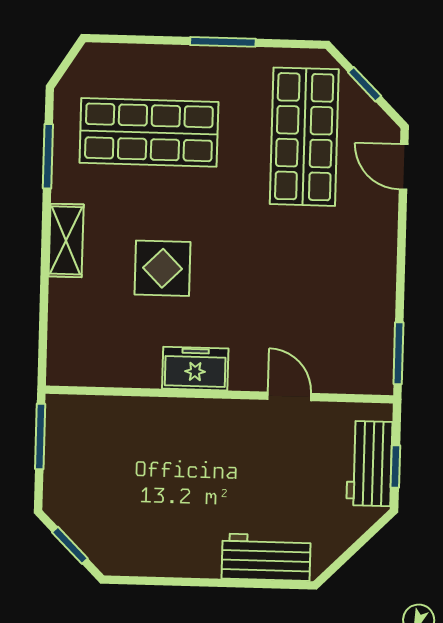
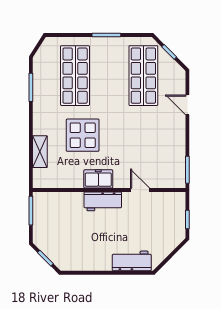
shop shelf: (149, 132) -> (75, 76), turned 90
door: (404, 167) -> (187, 105), moved
shelving: (66, 240) -> (40, 152), moved
display table: (162, 268) -> (83, 135), width x1.36, depth x1.36
workbench: (369, 464) -> (103, 201), moved, turned -90

